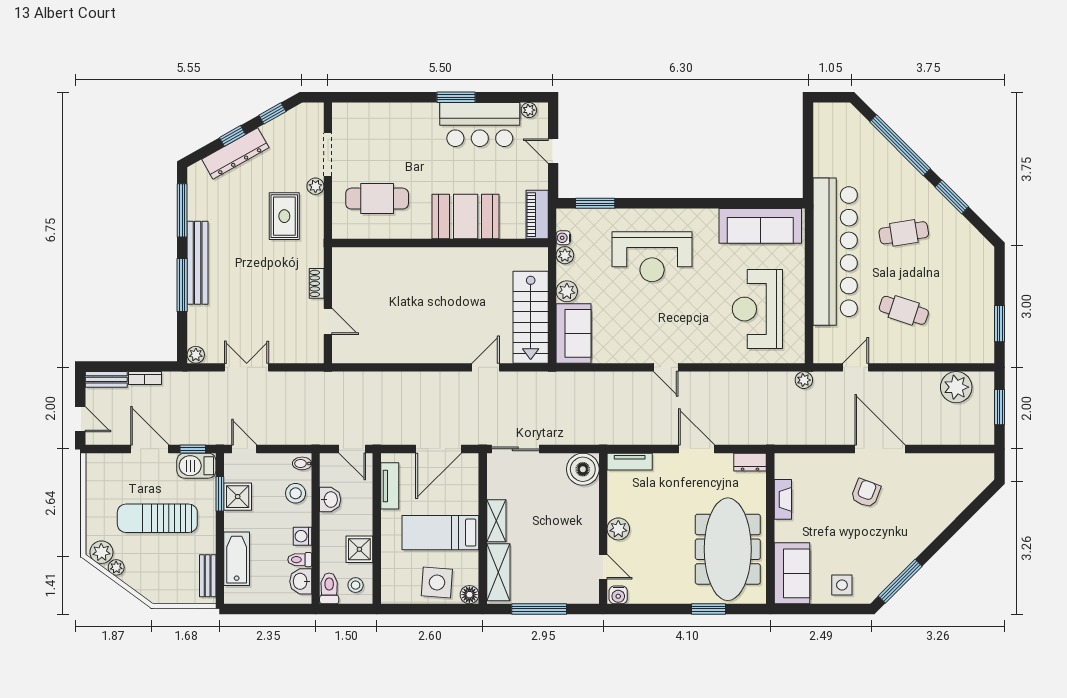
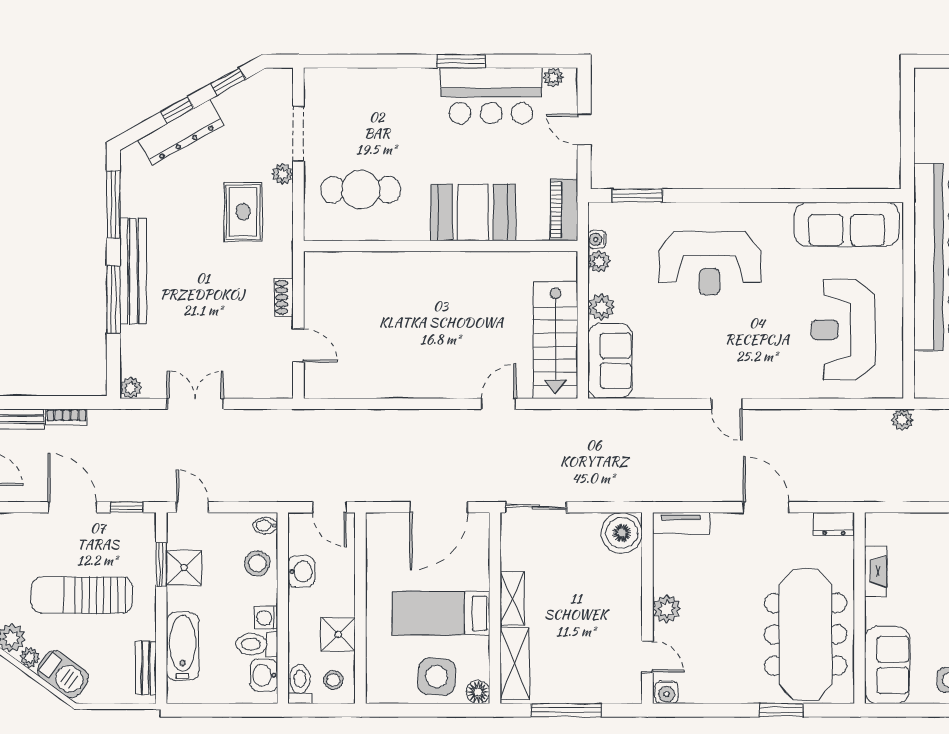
barbecue: (196, 466) -> (63, 674), moved, turned -144
tv unit: (390, 486) -> (377, 554), removed
toilet: (300, 560) -> (257, 644), width x1.37, depth x1.39

